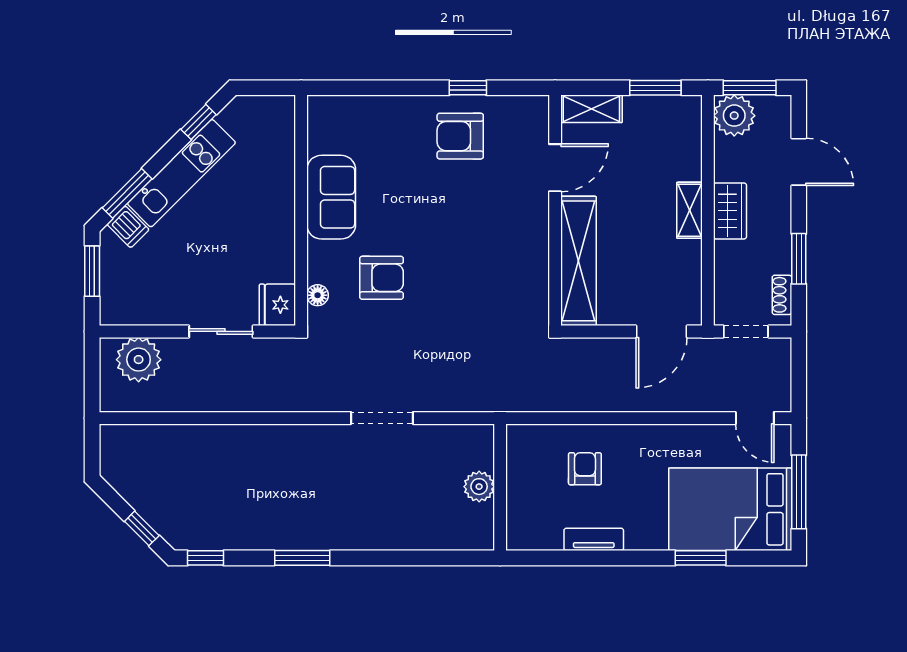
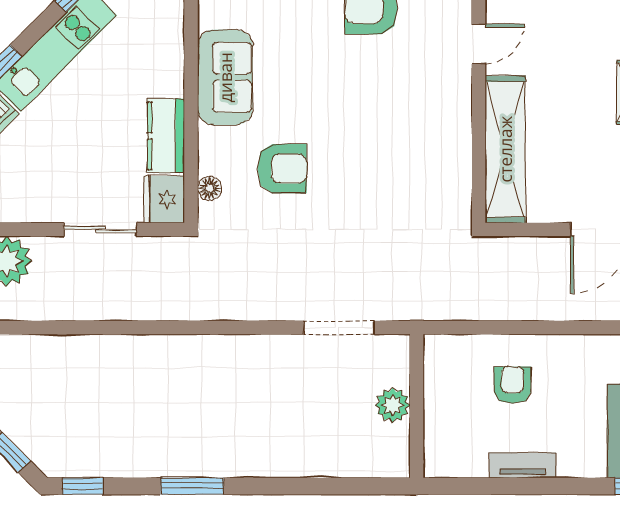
door: (555, 168) -> (479, 44), width x0.73
kitchen counter: (279, 249) -> (166, 136), added
doorway: (382, 418) -> (339, 328), moved

